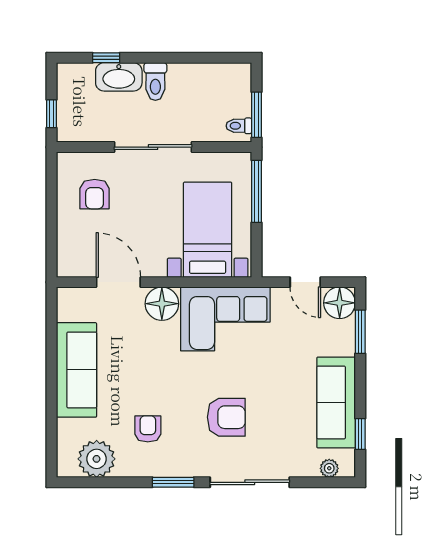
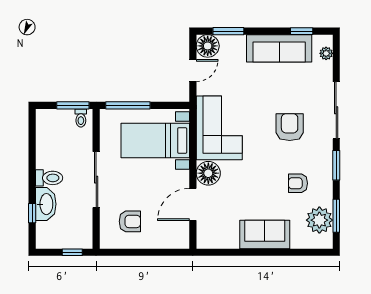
sofa: (76, 370) -> (265, 234), width x0.73
window: (103, 482) -> (336, 216), added

